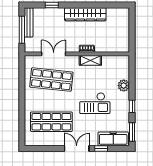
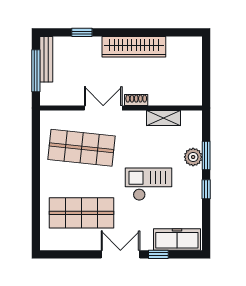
double door: (54, 54) -> (103, 108), moved
shelving: (90, 60) -> (164, 118), moved
checkout: (95, 103) -> (149, 184), turned 180
window: (132, 132) -> (206, 155), moved

